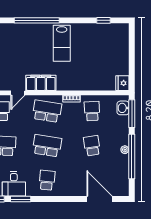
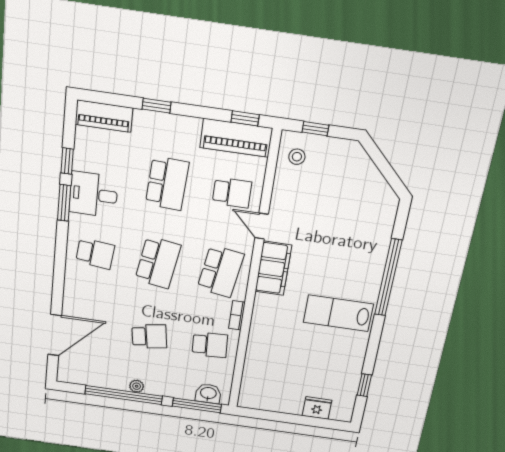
fridge: (122, 83) -> (317, 408), moved

